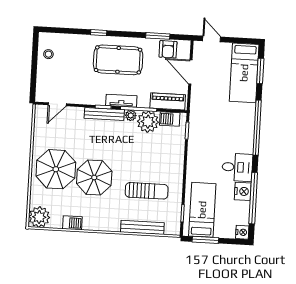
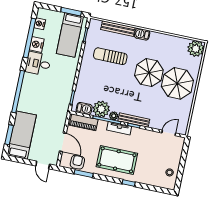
barbecue: (72, 223) -> (142, 34), moved
nightstand: (242, 232) -> (40, 24), moved

